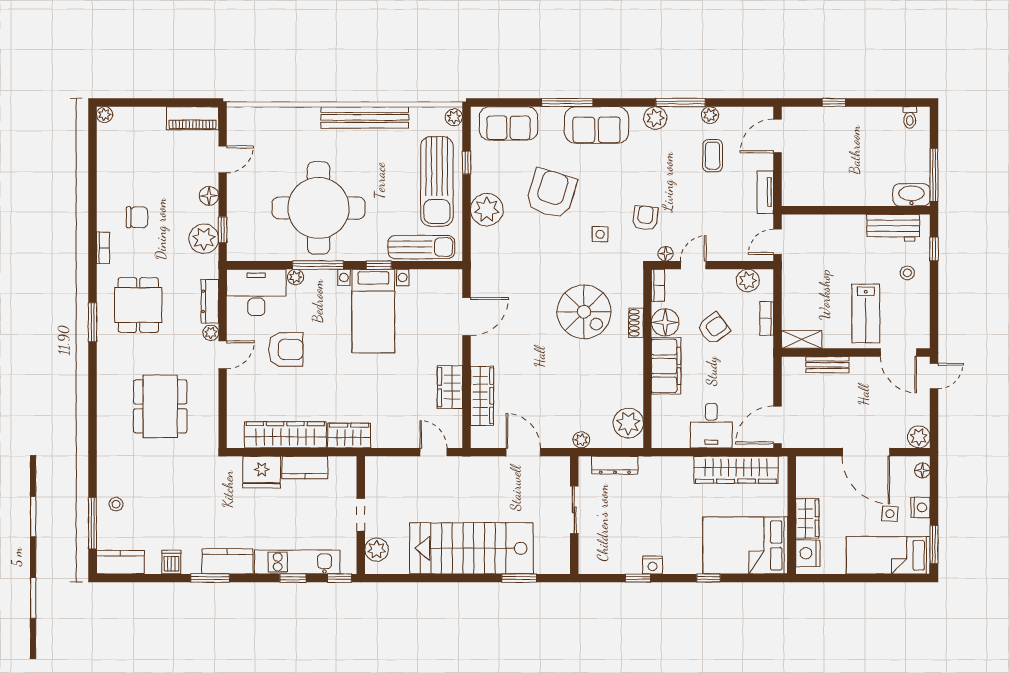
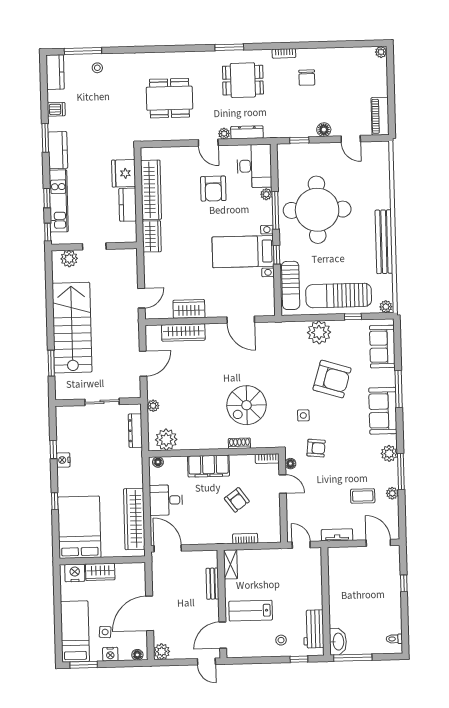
plant: (204, 239) -> (292, 127), removed
plant: (748, 281) -> (272, 524), removed
floor lamp: (665, 322) -> (158, 462), moved, width x0.53, depth x0.53

